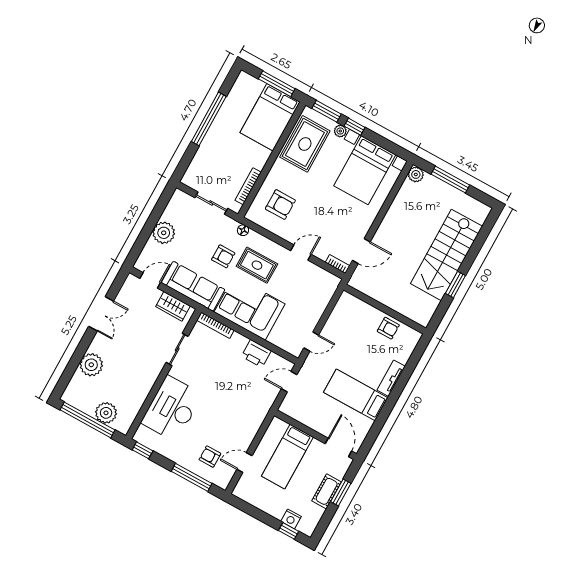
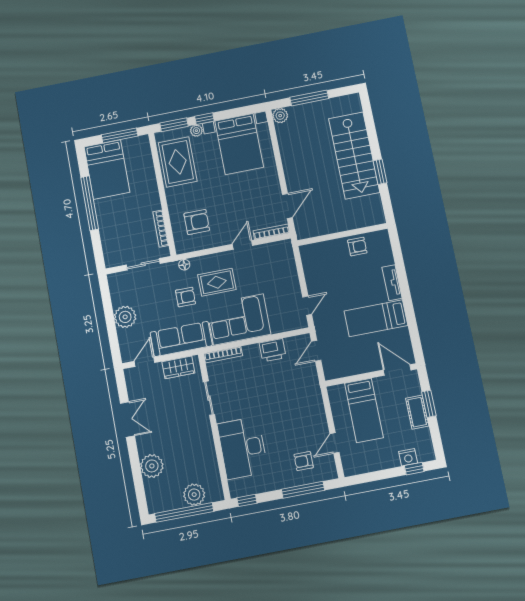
bed: (270, 117) -> (107, 170), moved
bookcase: (338, 264) -> (271, 232), width x1.56

